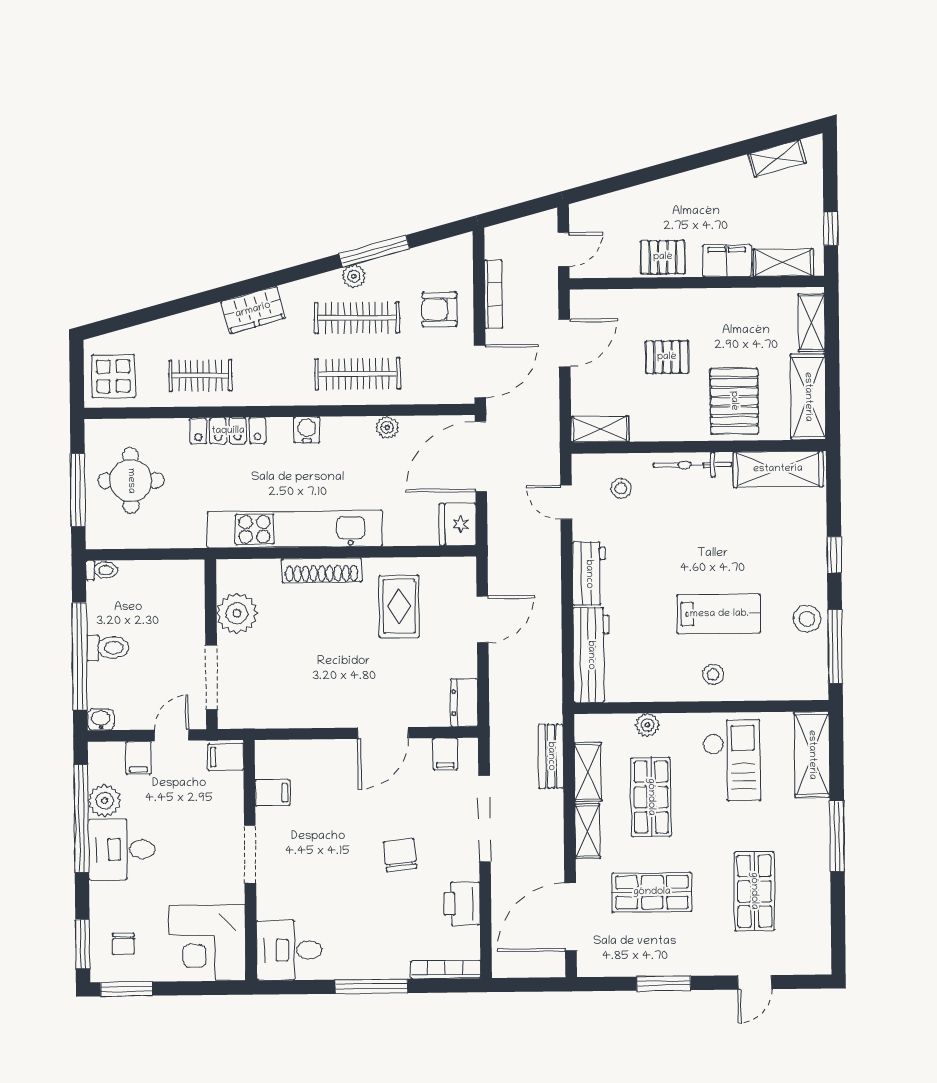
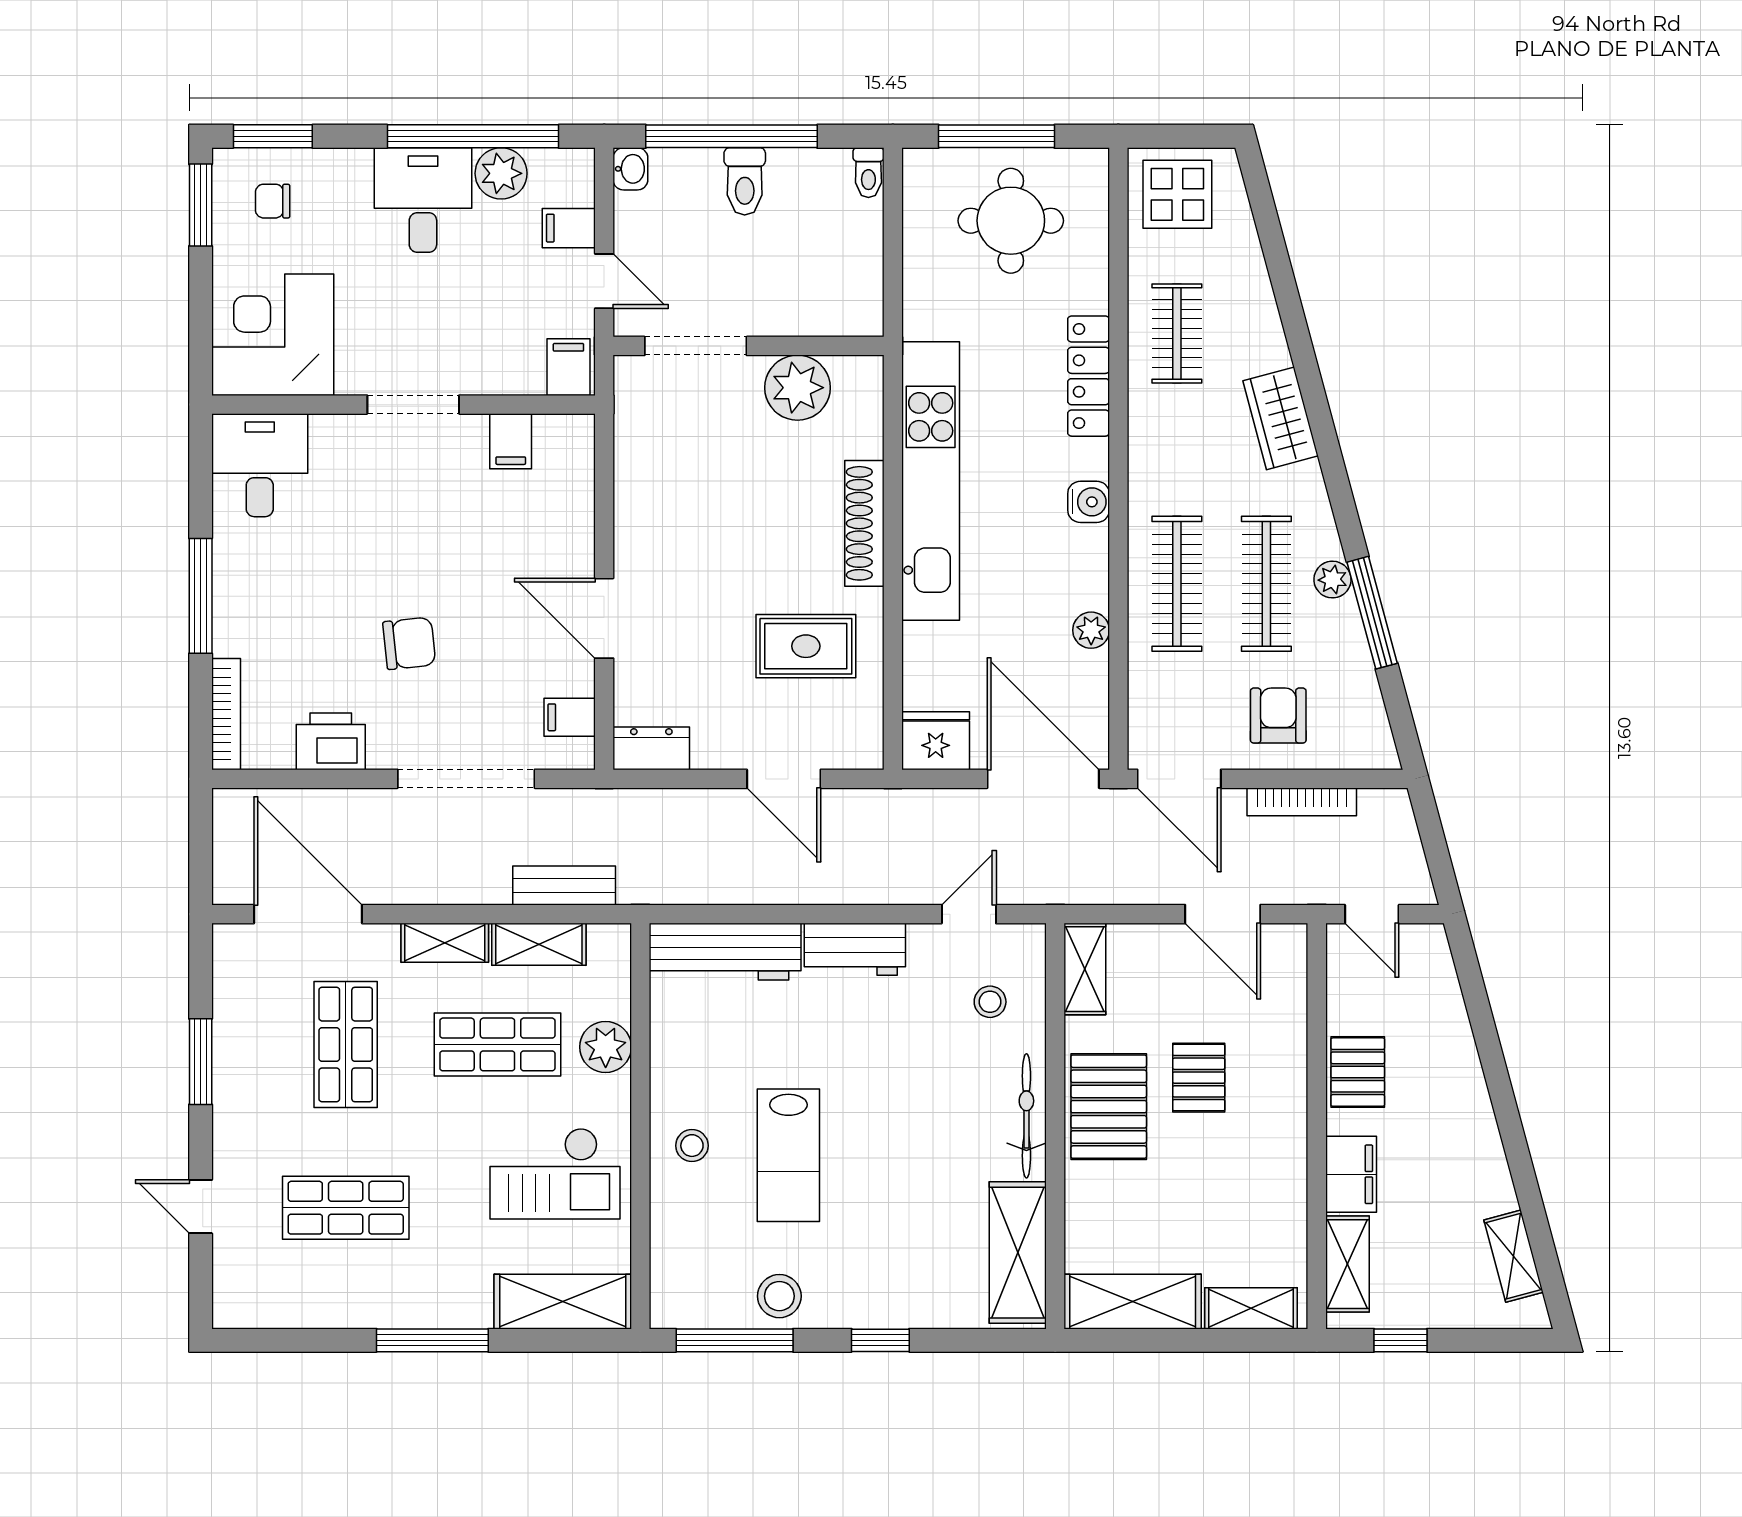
pallet: (734, 401) -> (1109, 1107), moved, turned 90
plant: (647, 725) -> (606, 1047), width x1.38, depth x1.38

